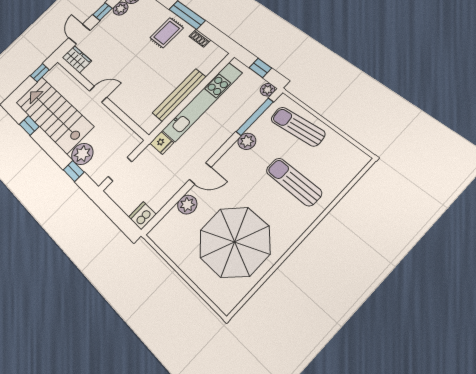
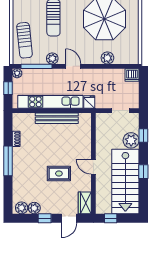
rug: (167, 33) -> (59, 174), moved
window: (29, 125) -> (143, 172), moved
door: (200, 173) -> (73, 66), moved

